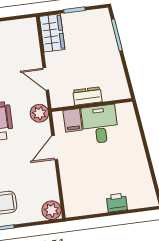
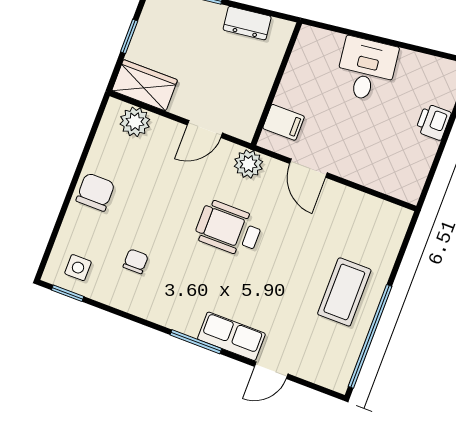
dresser: (87, 96) -> (247, 23), moved, turned -97
desk: (100, 124) -> (366, 69), moved, turned 83
plant: (52, 210) -> (135, 122), moved

